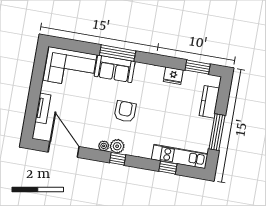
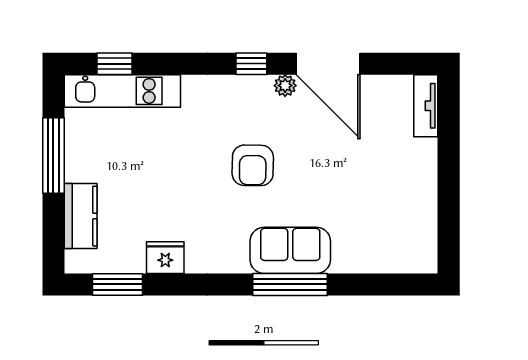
corner sofa: (70, 68) -> (384, 237), removed
tv unit: (43, 108) -> (426, 106), moved
plant: (117, 146) -> (257, 90), removed
door: (64, 149) -> (328, 64), moved
window: (168, 168) -> (114, 64), moved

